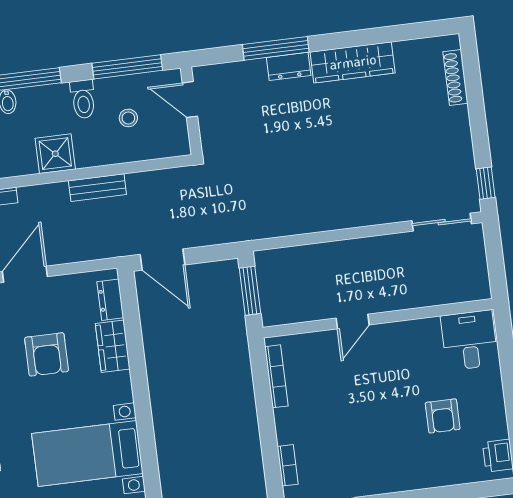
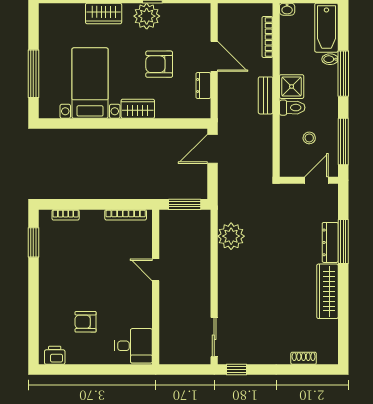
dresser: (289, 66) -> (330, 242), width x1.44
shoe rack: (455, 78) -> (304, 358), width x0.70
toilet: (83, 99) -> (292, 108), moved, turned 180
bench: (97, 188) -> (266, 95), moved
plant: (289, 216) -> (231, 236), added
dresser: (110, 300) -> (203, 85), moved, turned -90
wardrobe: (113, 346) -> (138, 109), moved

